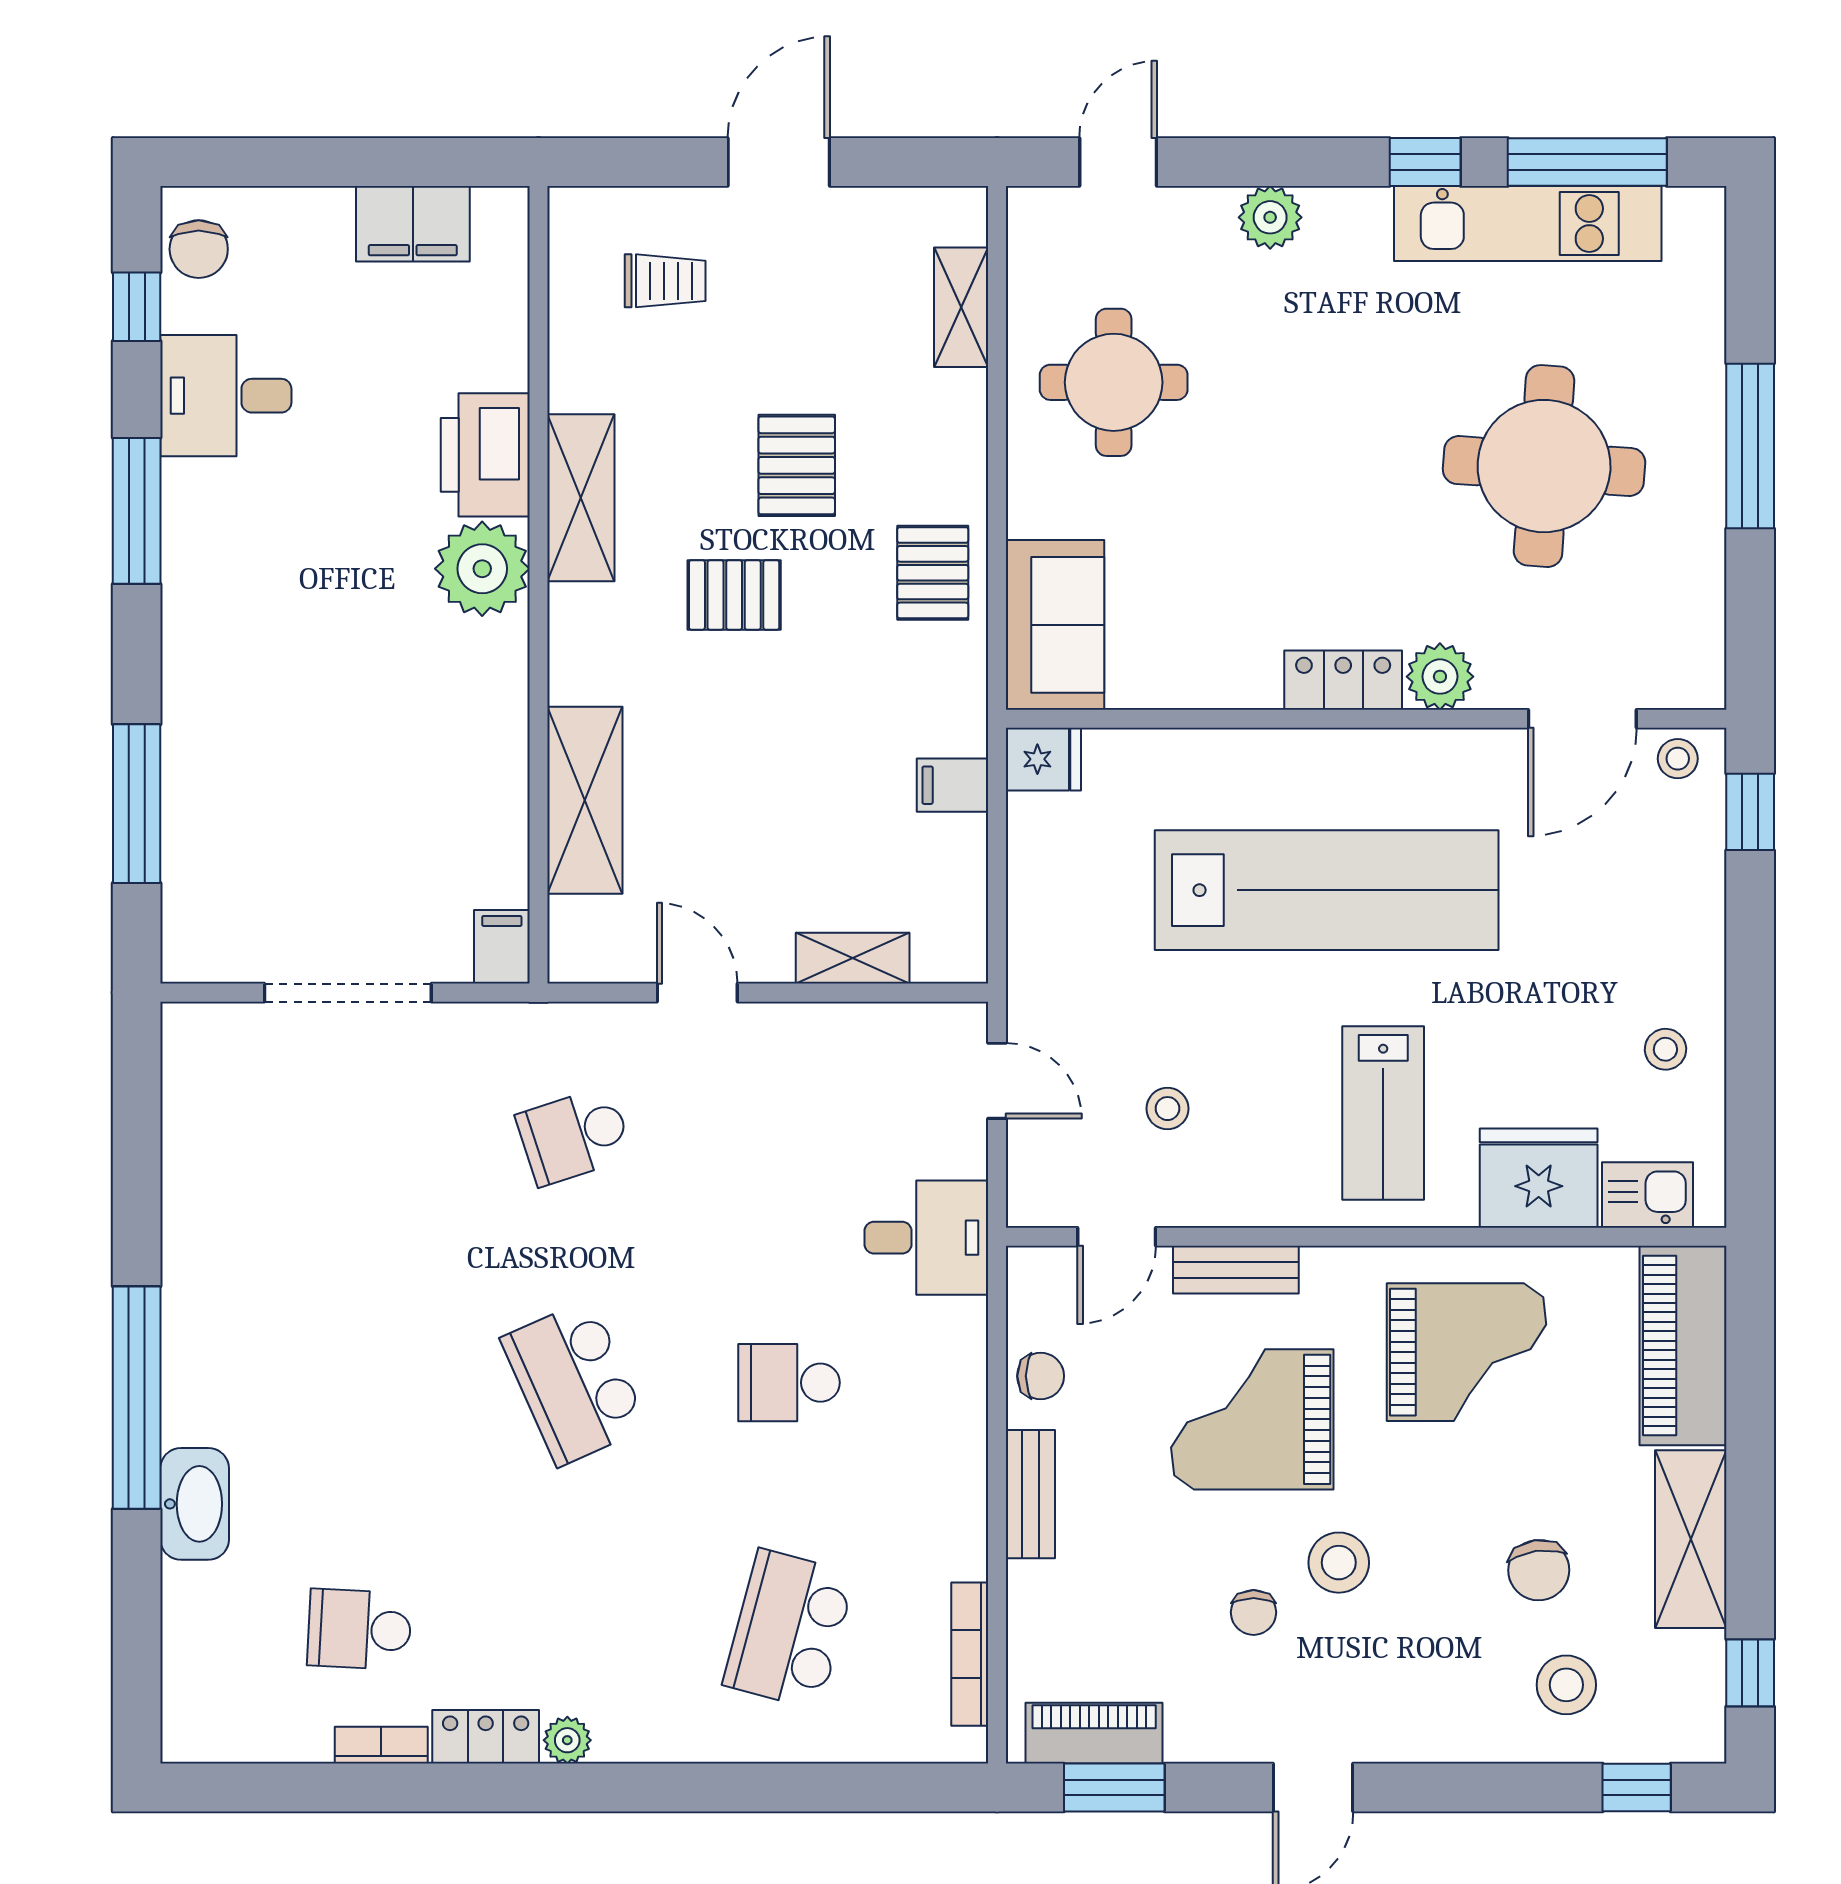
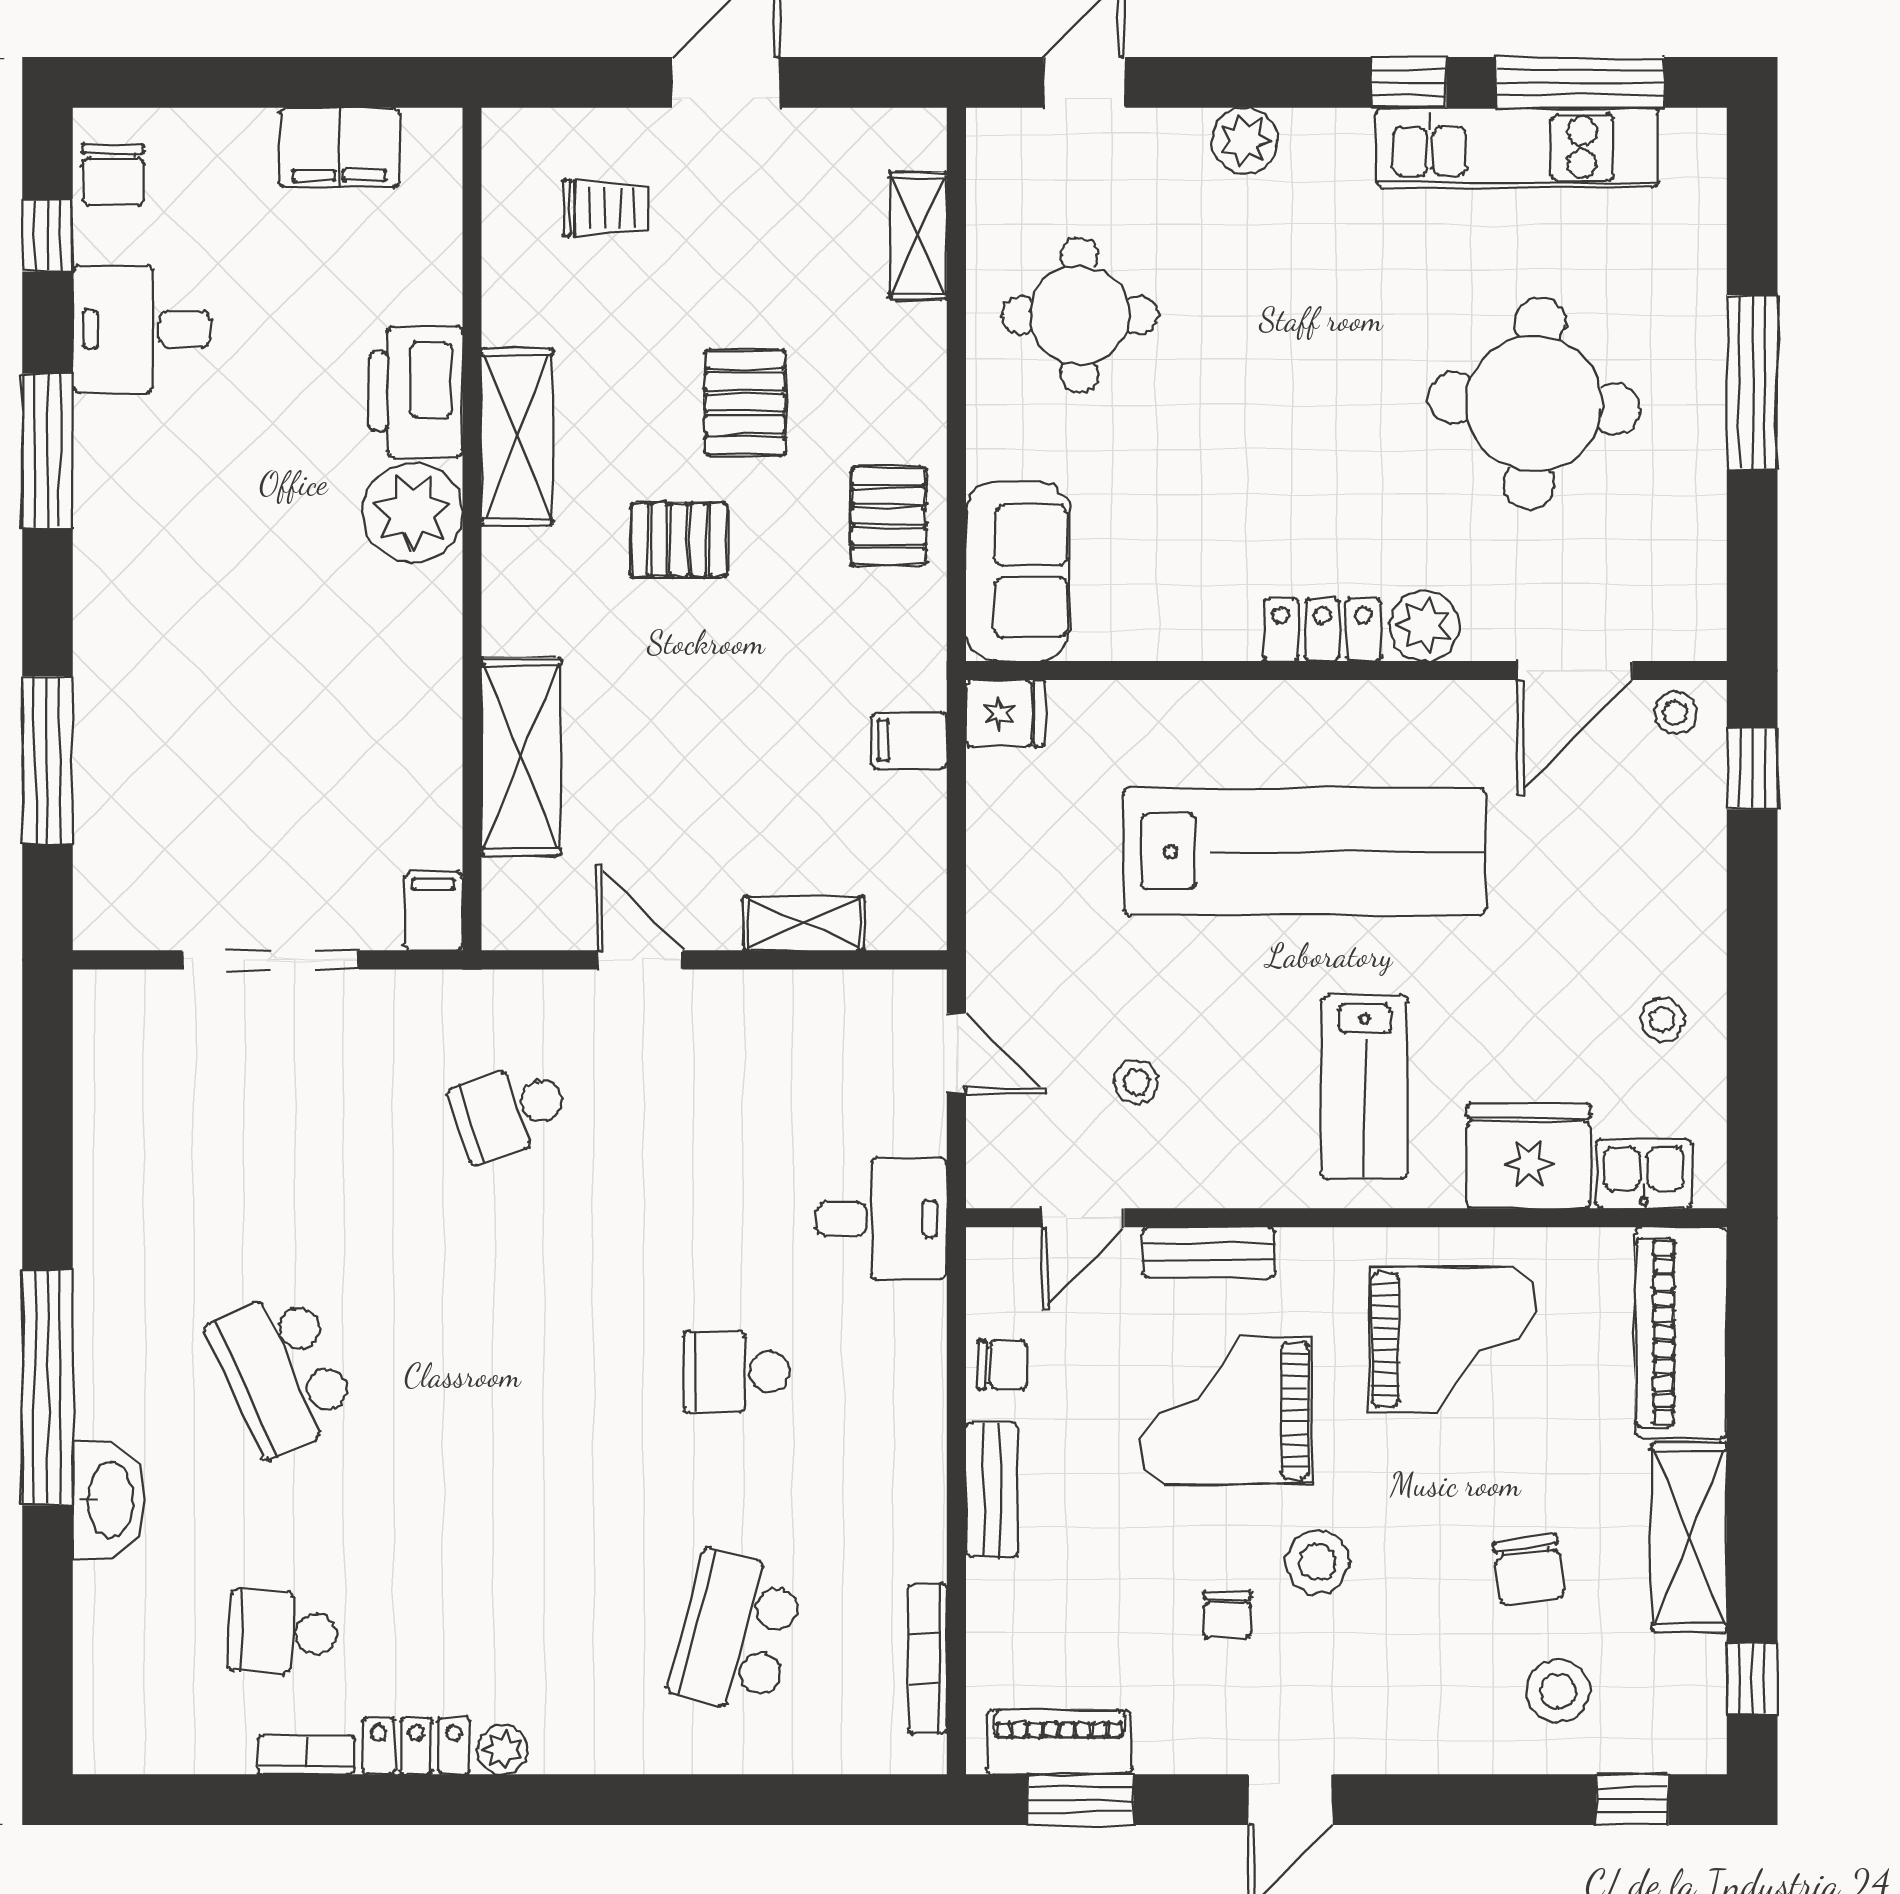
school desk: (574, 1383) -> (283, 1372), moved

